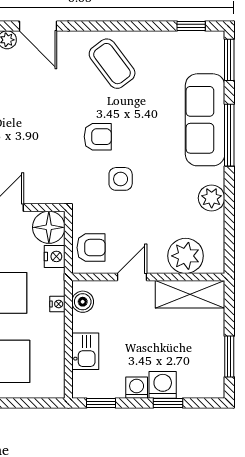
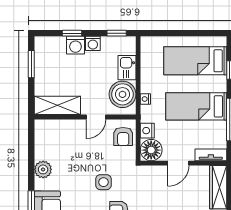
armchair: (91, 248) -> (123, 137), turned -90
plant: (186, 256) -> (60, 131), removed
boiler: (83, 302) -> (122, 94), width x1.86, depth x1.86

